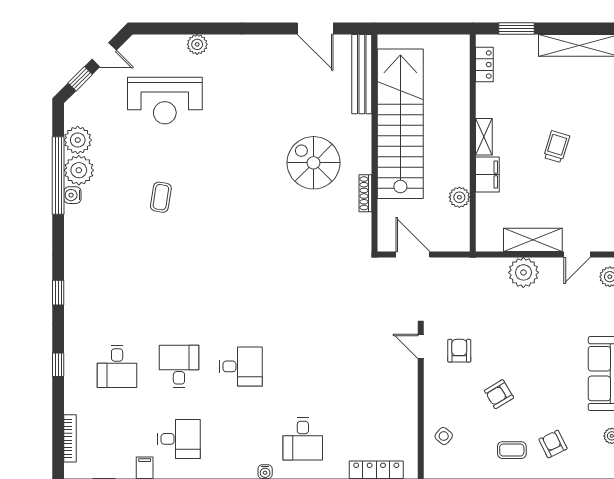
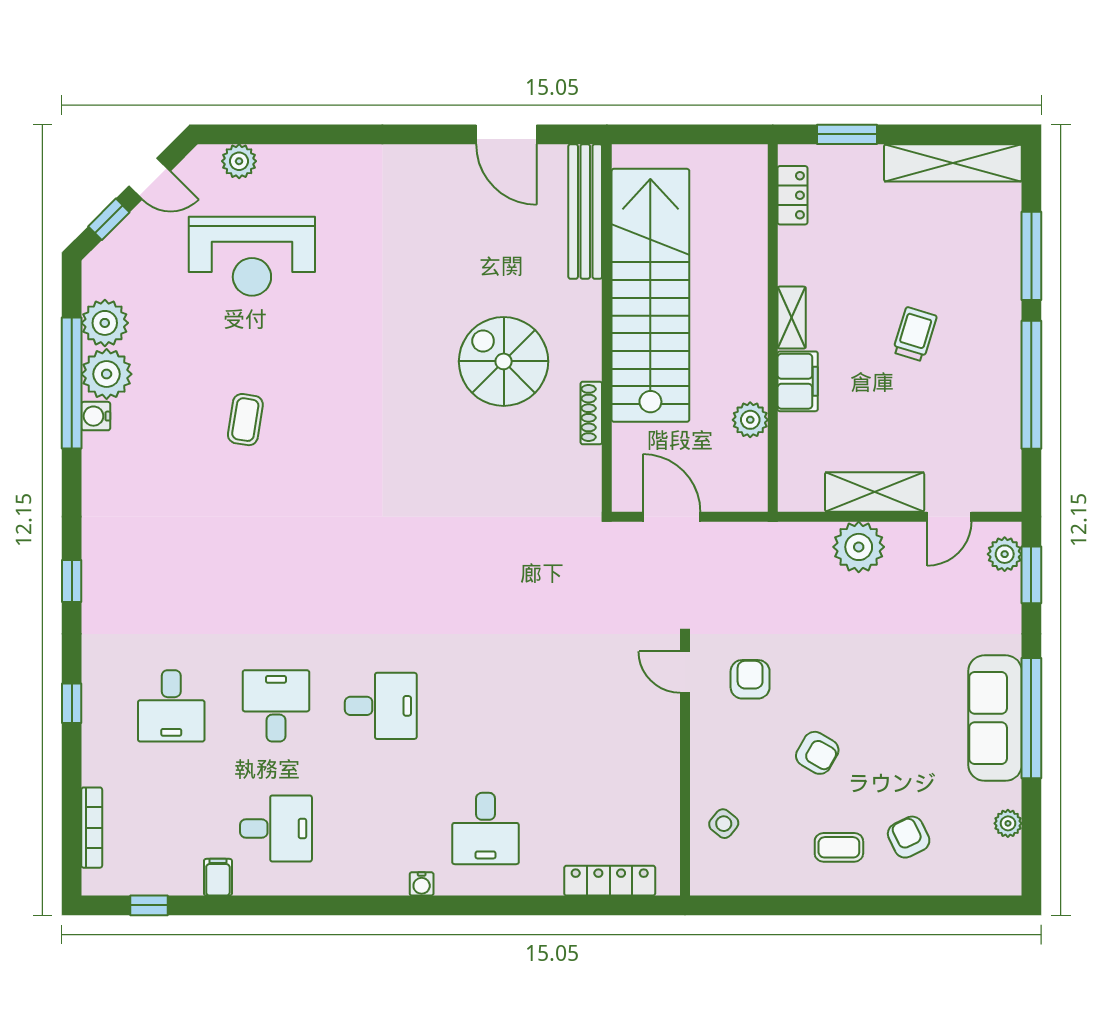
plant: (197, 44) -> (239, 161), moved
armchair: (499, 394) -> (817, 753), turned -119

